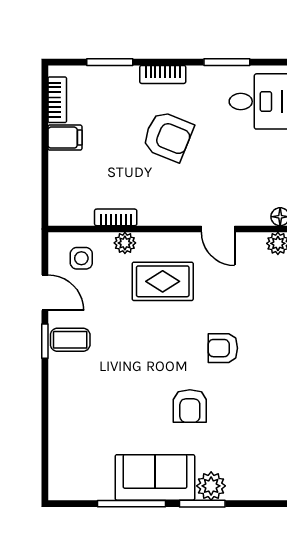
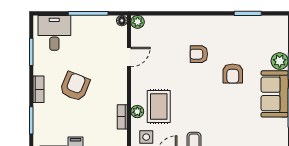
rug: (163, 281) -> (159, 106), moved
armchair: (223, 348) -> (199, 54), turned 90
armchair: (190, 406) -> (233, 73), turned 90

